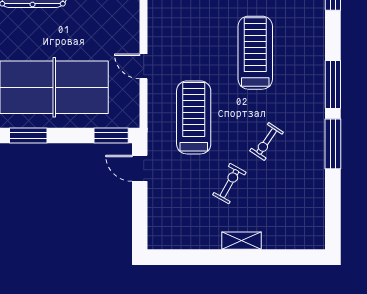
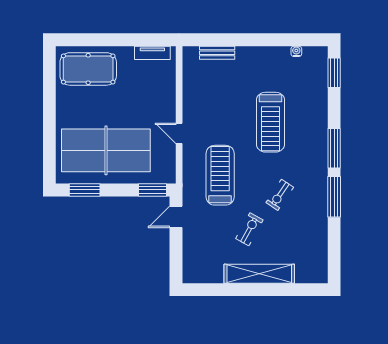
treadmill: (255, 53) -> (271, 122), turned 180
door: (140, 168) -> (176, 217), hinge flipped
shelving: (242, 241) -> (259, 274), width x2.20, depth x1.33

